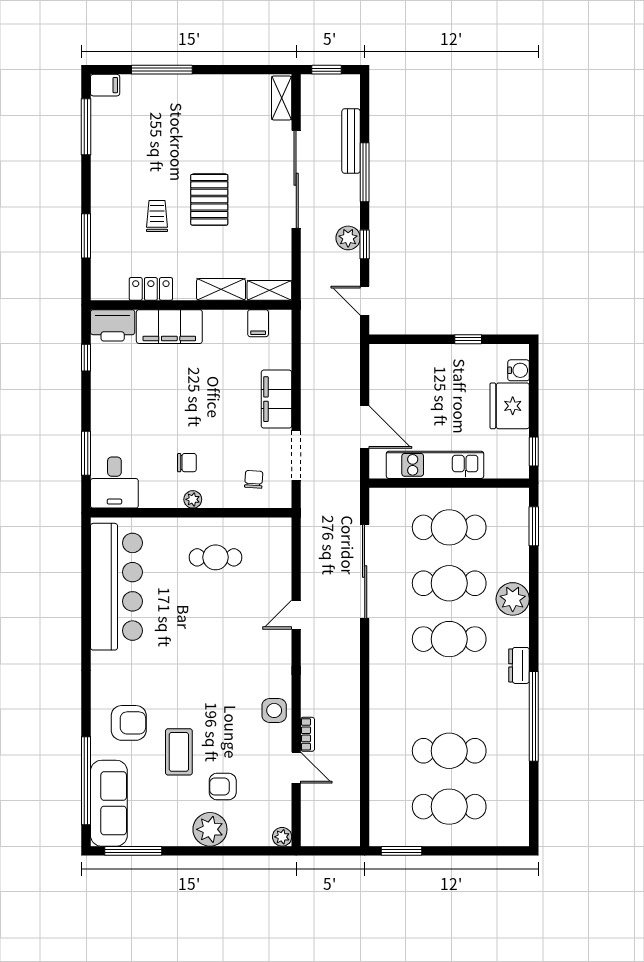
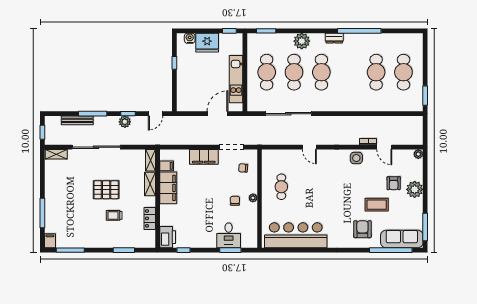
filing cabinet: (169, 327) -> (168, 188), moved
desk: (114, 483) -> (229, 235), moved, turned 90
door: (296, 768) -> (384, 147), swing flipped

